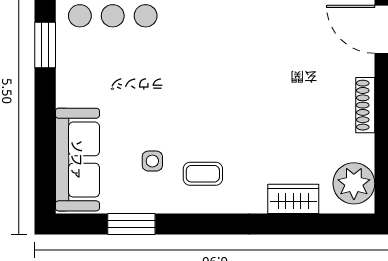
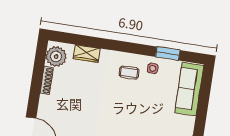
shoe rack: (365, 105) -> (47, 80), moved
side table: (152, 161) -> (153, 68), moved

